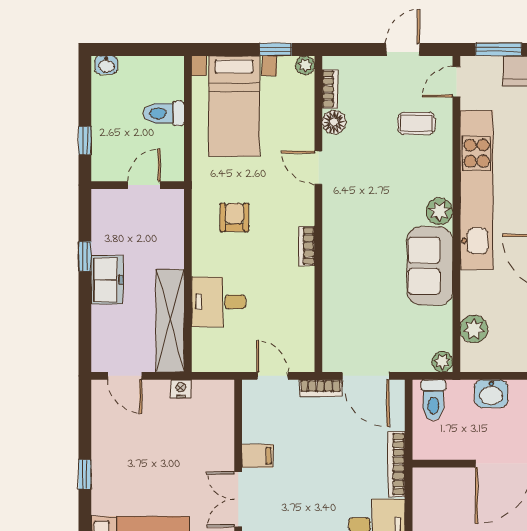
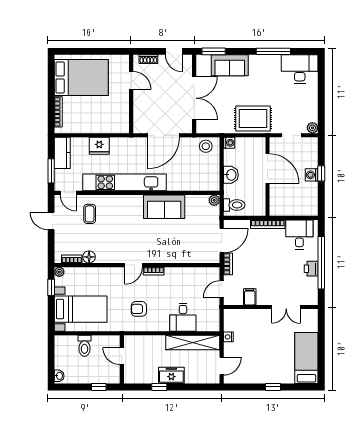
door: (318, 168) -> (134, 265), moved
plant: (439, 211) -> (136, 202), removed
plant: (474, 329) -> (197, 184), removed
filing cabinet: (257, 456) -> (250, 297), moved

